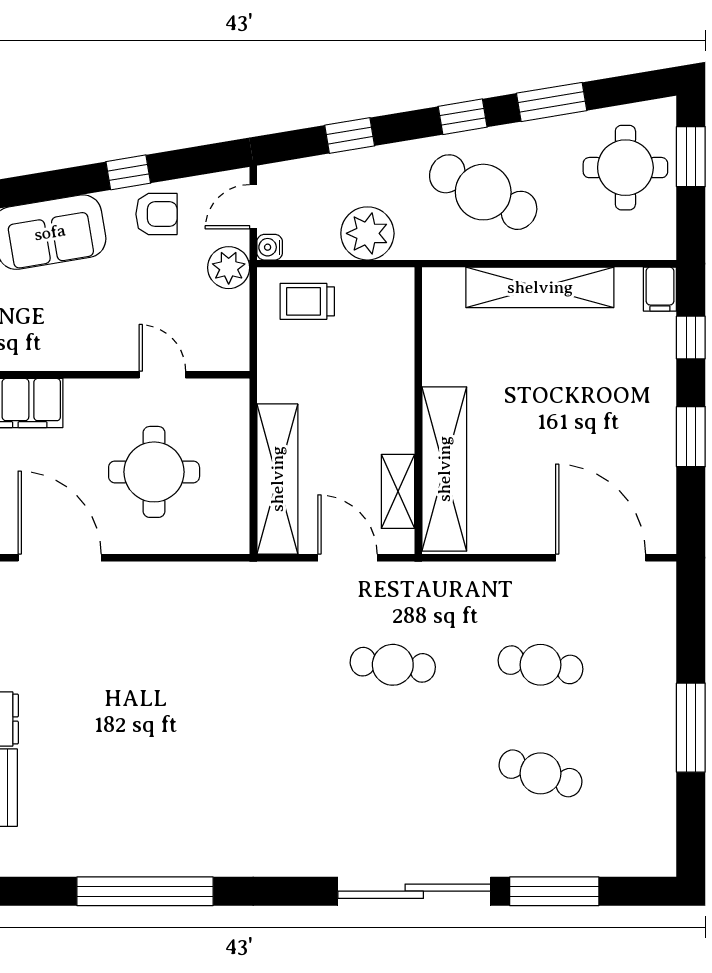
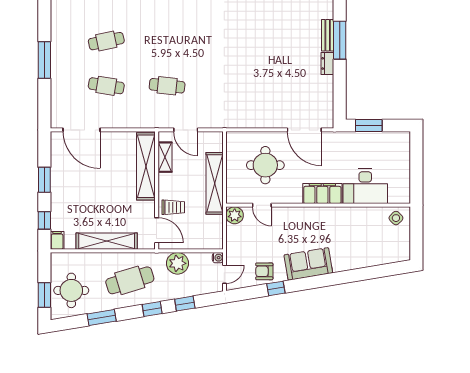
window: (463, 117) -> (152, 309), moved
cafe table: (483, 192) -> (130, 280), turned -44
plant: (229, 268) -> (235, 215), moved
trolley: (307, 301) -> (173, 207), moved
door: (418, 314) -> (157, 230), added
shelving: (277, 479) -> (215, 183), moved
cafe table: (540, 773) -> (106, 41), turned -30

